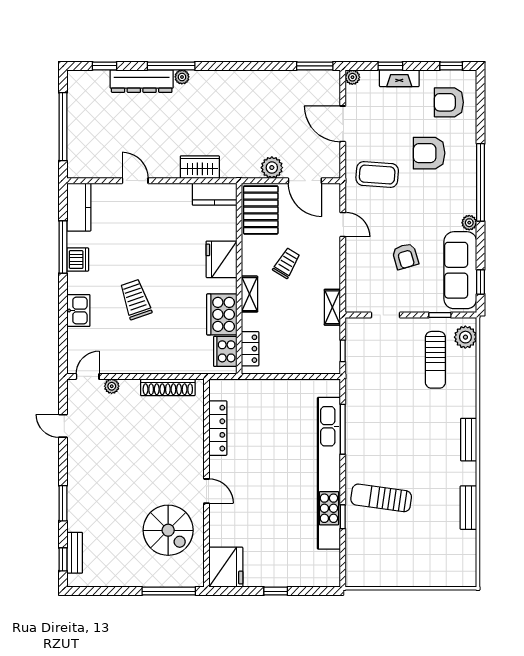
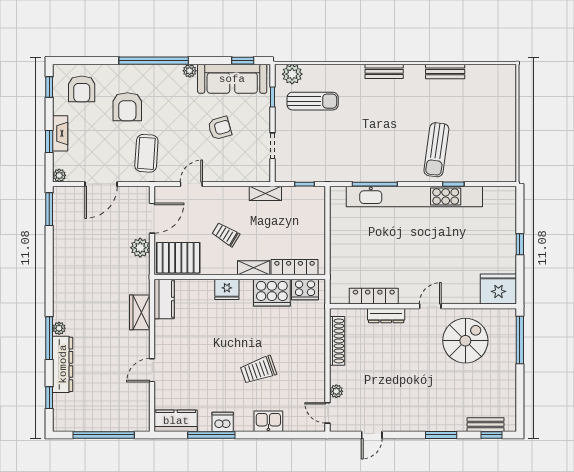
fridge: (221, 259) -> (227, 289), width x0.73, depth x0.75
locker: (250, 349) -> (295, 267), width x1.53
dresser: (196, 442) -> (386, 316), added

